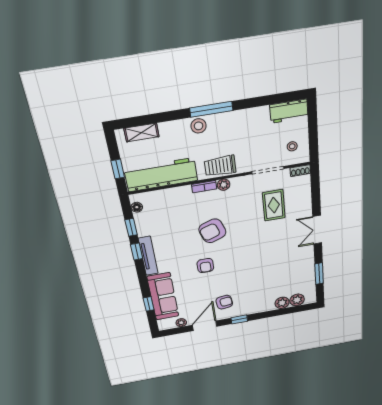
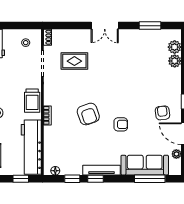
plant: (224, 185) -> (48, 100), removed
window: (149, 304) -> (150, 179), width x2.17

